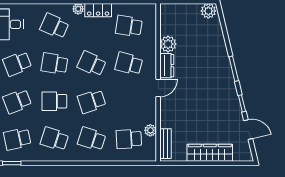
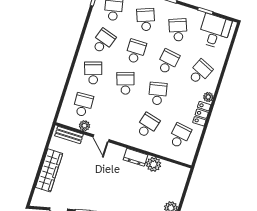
school desk: (92, 64) -> (158, 94), turned -36
door: (158, 88) -> (101, 138), moved
school desk: (92, 139) -> (93, 73), turned -36

